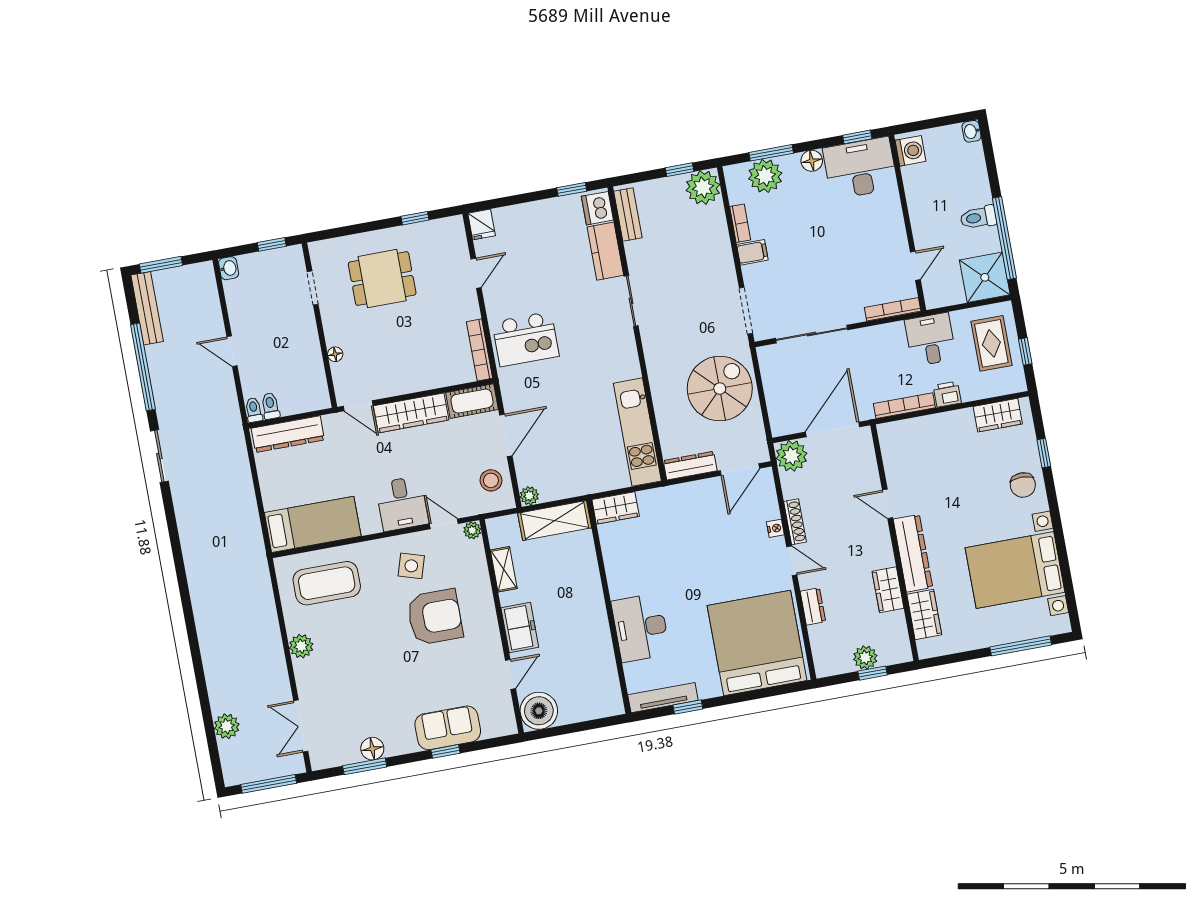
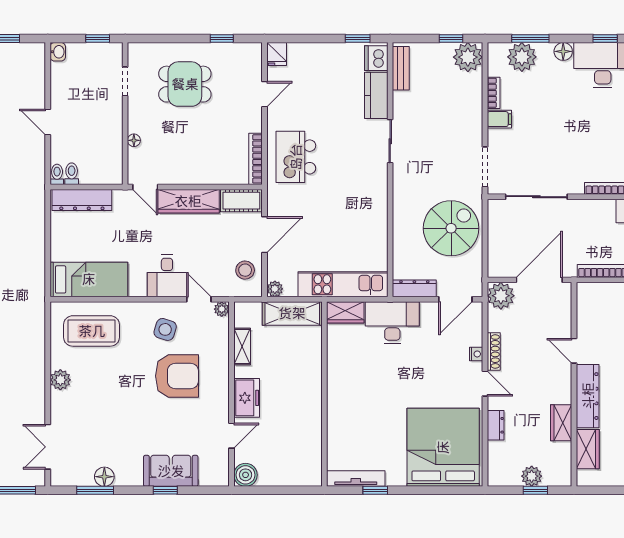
kitchen island: (526, 339) -> (296, 157), turned 90
kitchen unit: (637, 432) -> (343, 284), moved, turned 90
desk: (641, 628) -> (392, 323), moved, turned 90
boiler: (539, 711) -> (246, 475), width x0.73, depth x0.73

